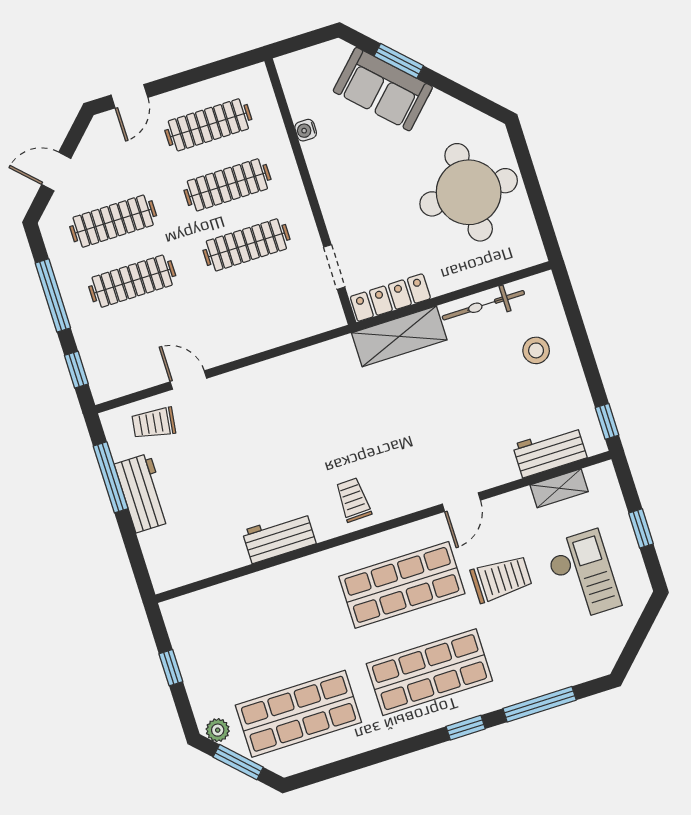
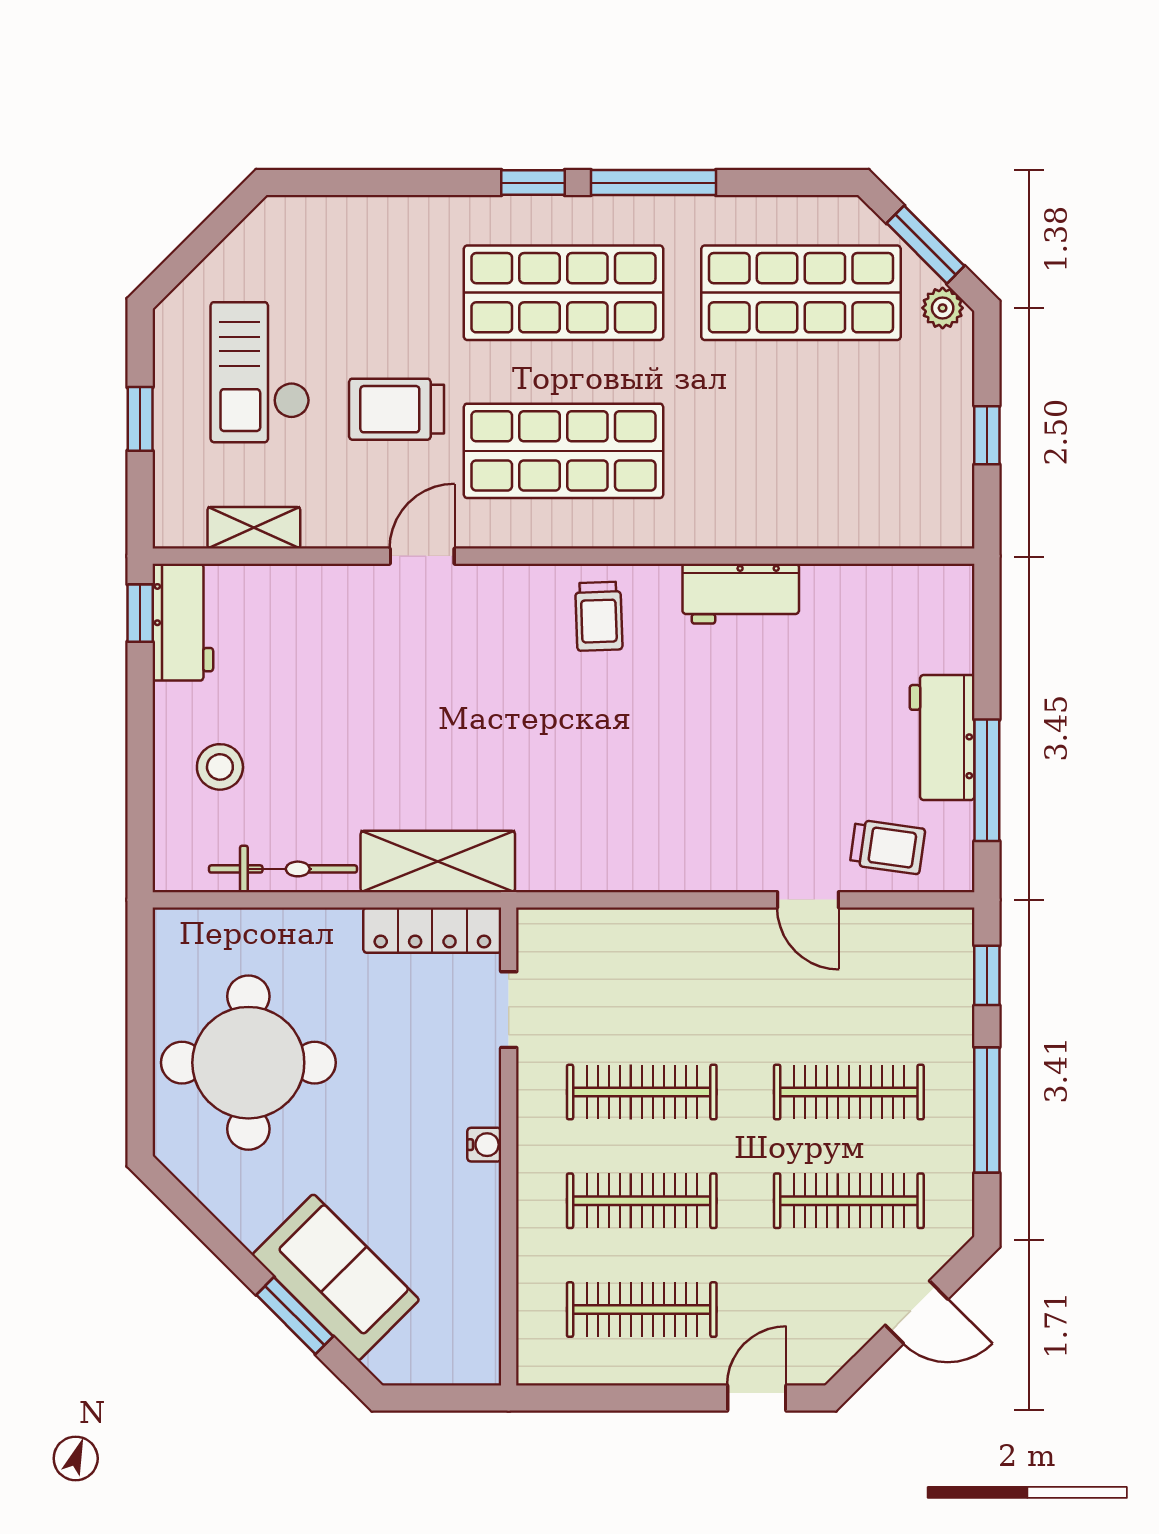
water cooler: (306, 130) -> (484, 1145), moved
workbench: (550, 451) -> (183, 622), moved, turned -90
window: (540, 704) -> (653, 183), moved

